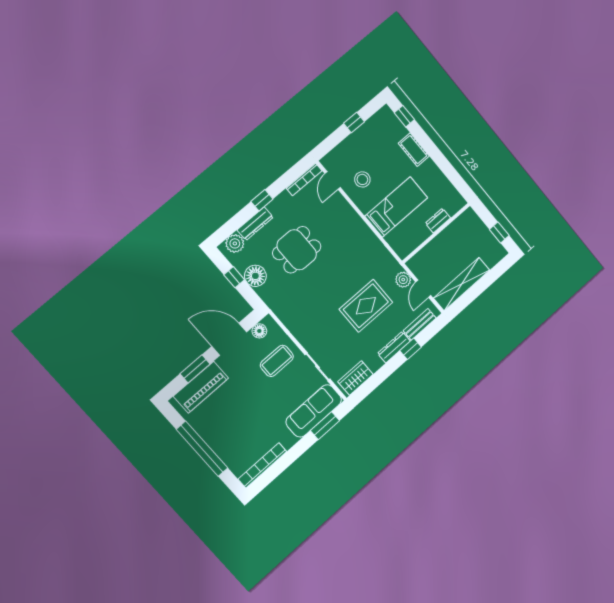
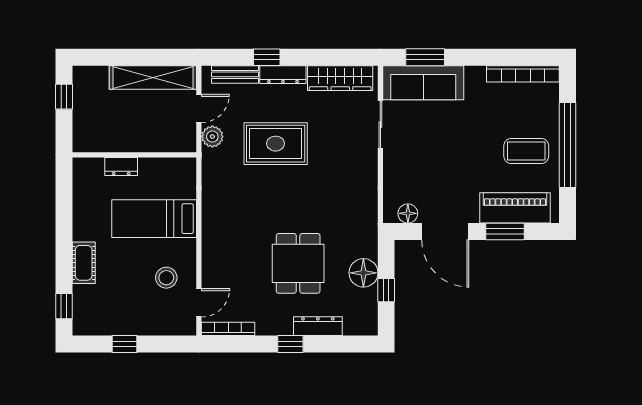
plant: (235, 243) -> (356, 323), removed
dining table: (297, 250) -> (298, 263), turned 90
coffee table: (277, 361) -> (526, 151), moved
wardrobe: (356, 378) -> (340, 78), width x1.50

